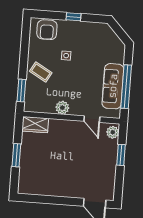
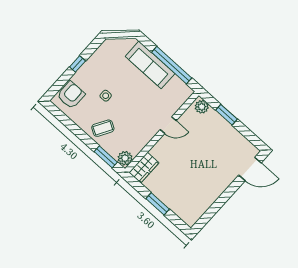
armchair: (47, 30) -> (71, 95), turned -90
sofa: (113, 86) -> (150, 65), moved
plant: (62, 108) -> (125, 158), moved
door: (92, 119) -> (168, 125), moved

